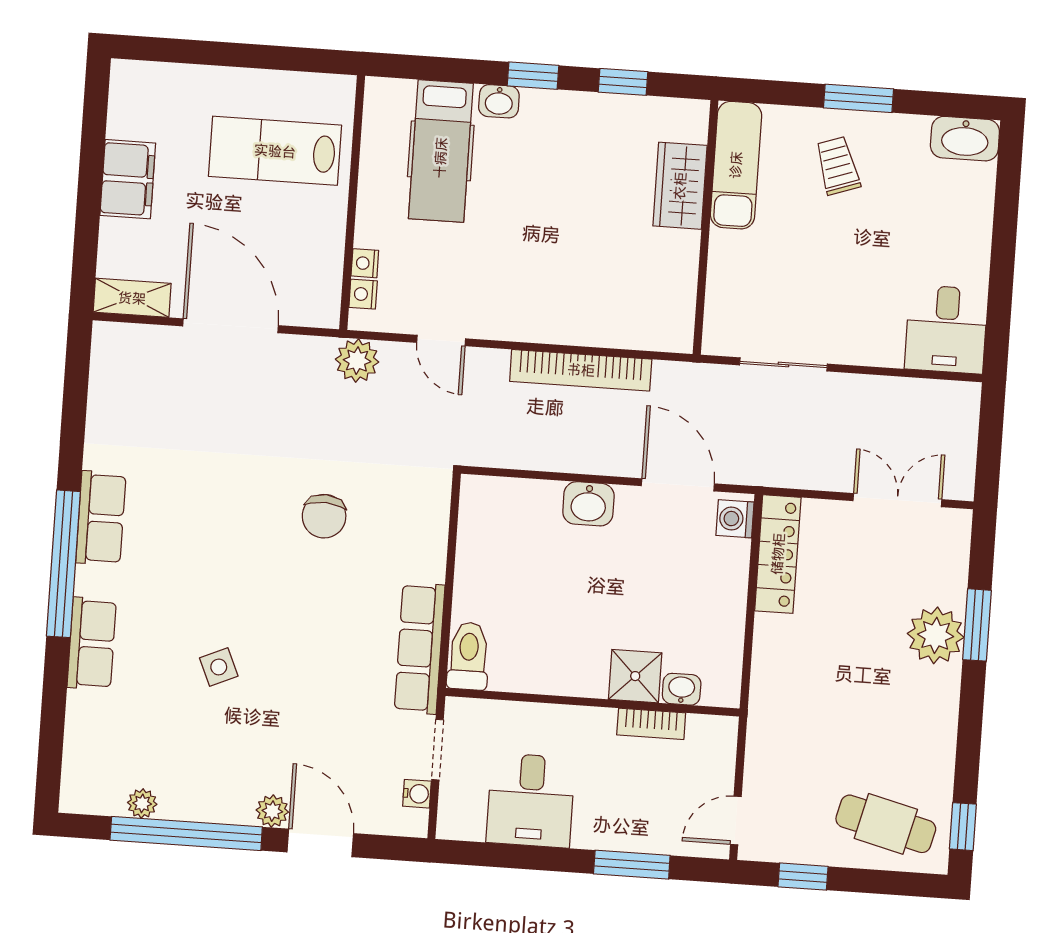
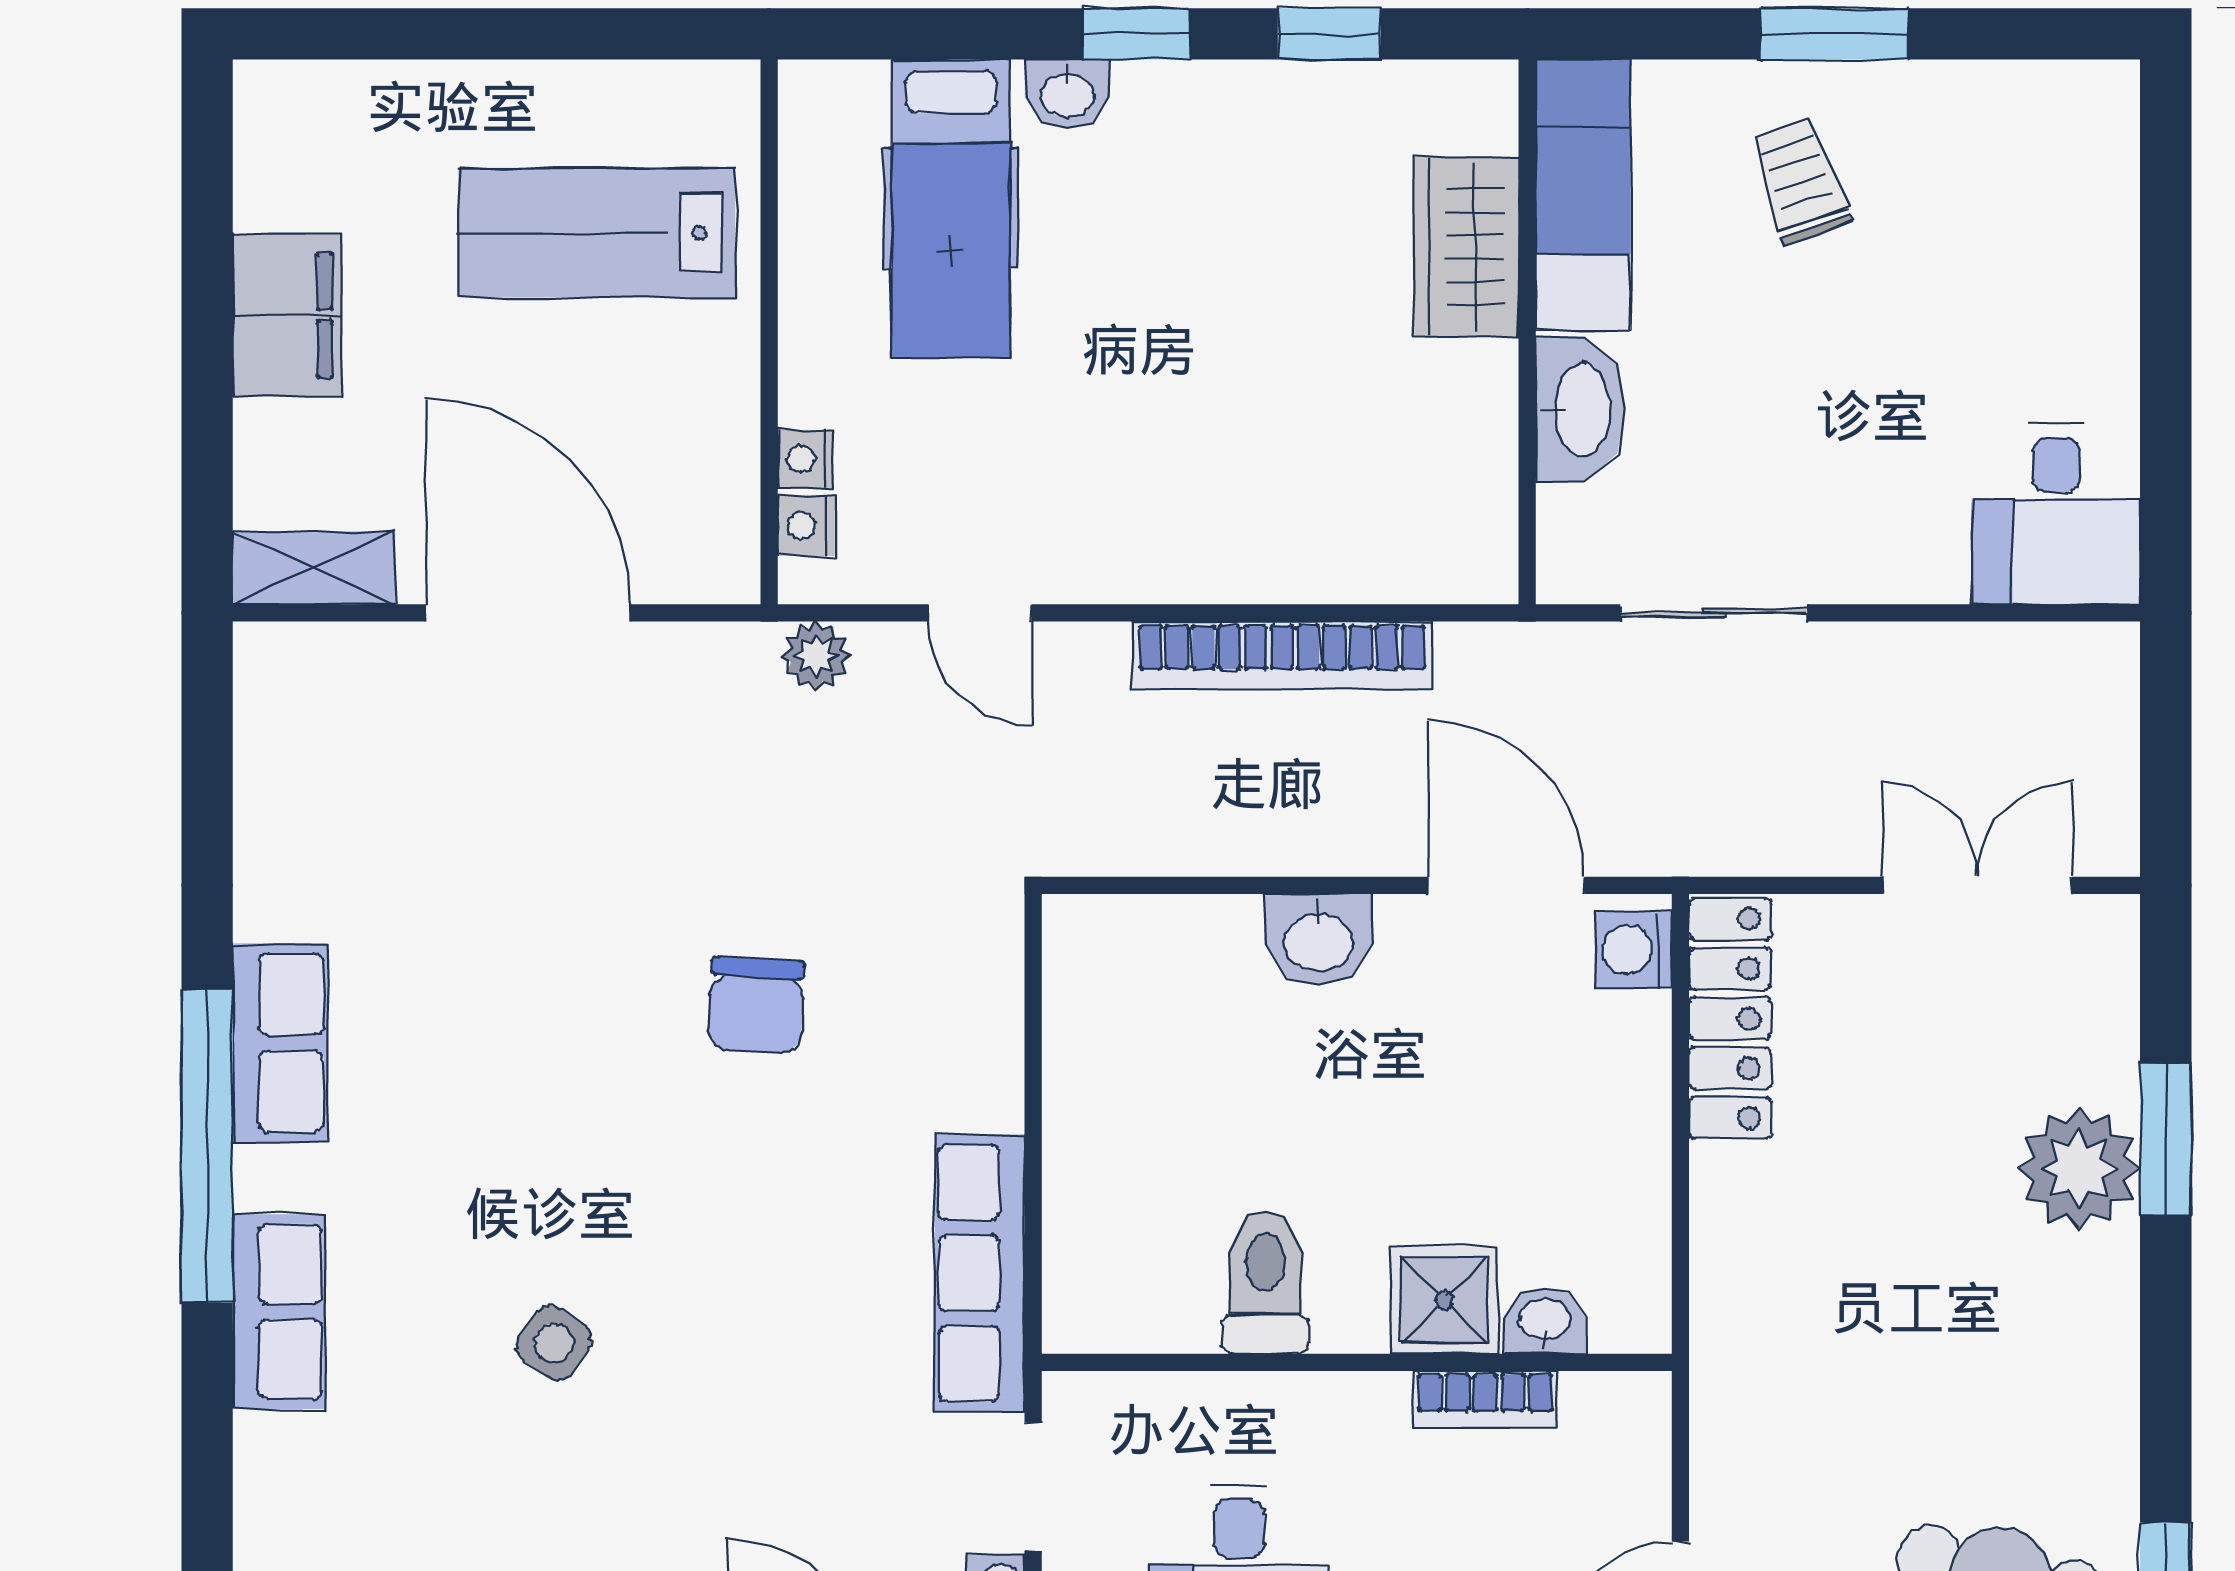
washbasin: (965, 139) -> (1580, 409), moved, turned -90
plant: (357, 361) -> (816, 656), width x0.73, depth x0.73
toilet: (468, 656) -> (1265, 1282), moved
side table: (219, 667) -> (554, 1343), turned -31

